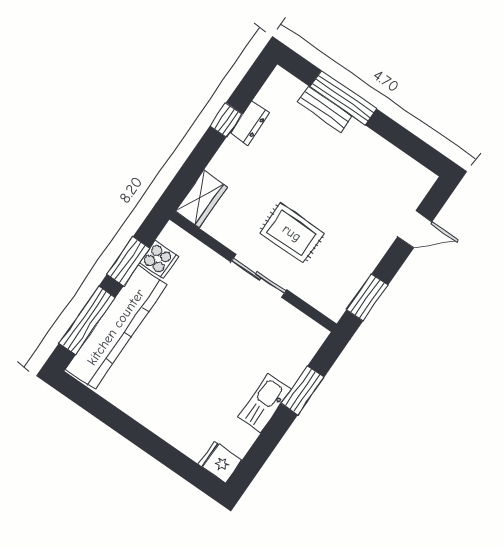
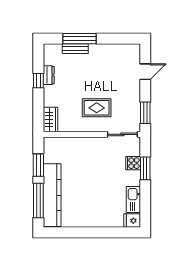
cooker: (159, 260) -> (133, 163), moved, turned 180
sliding door: (259, 276) -> (122, 134), moved
kitchen sink: (264, 403) -> (133, 199), moved

